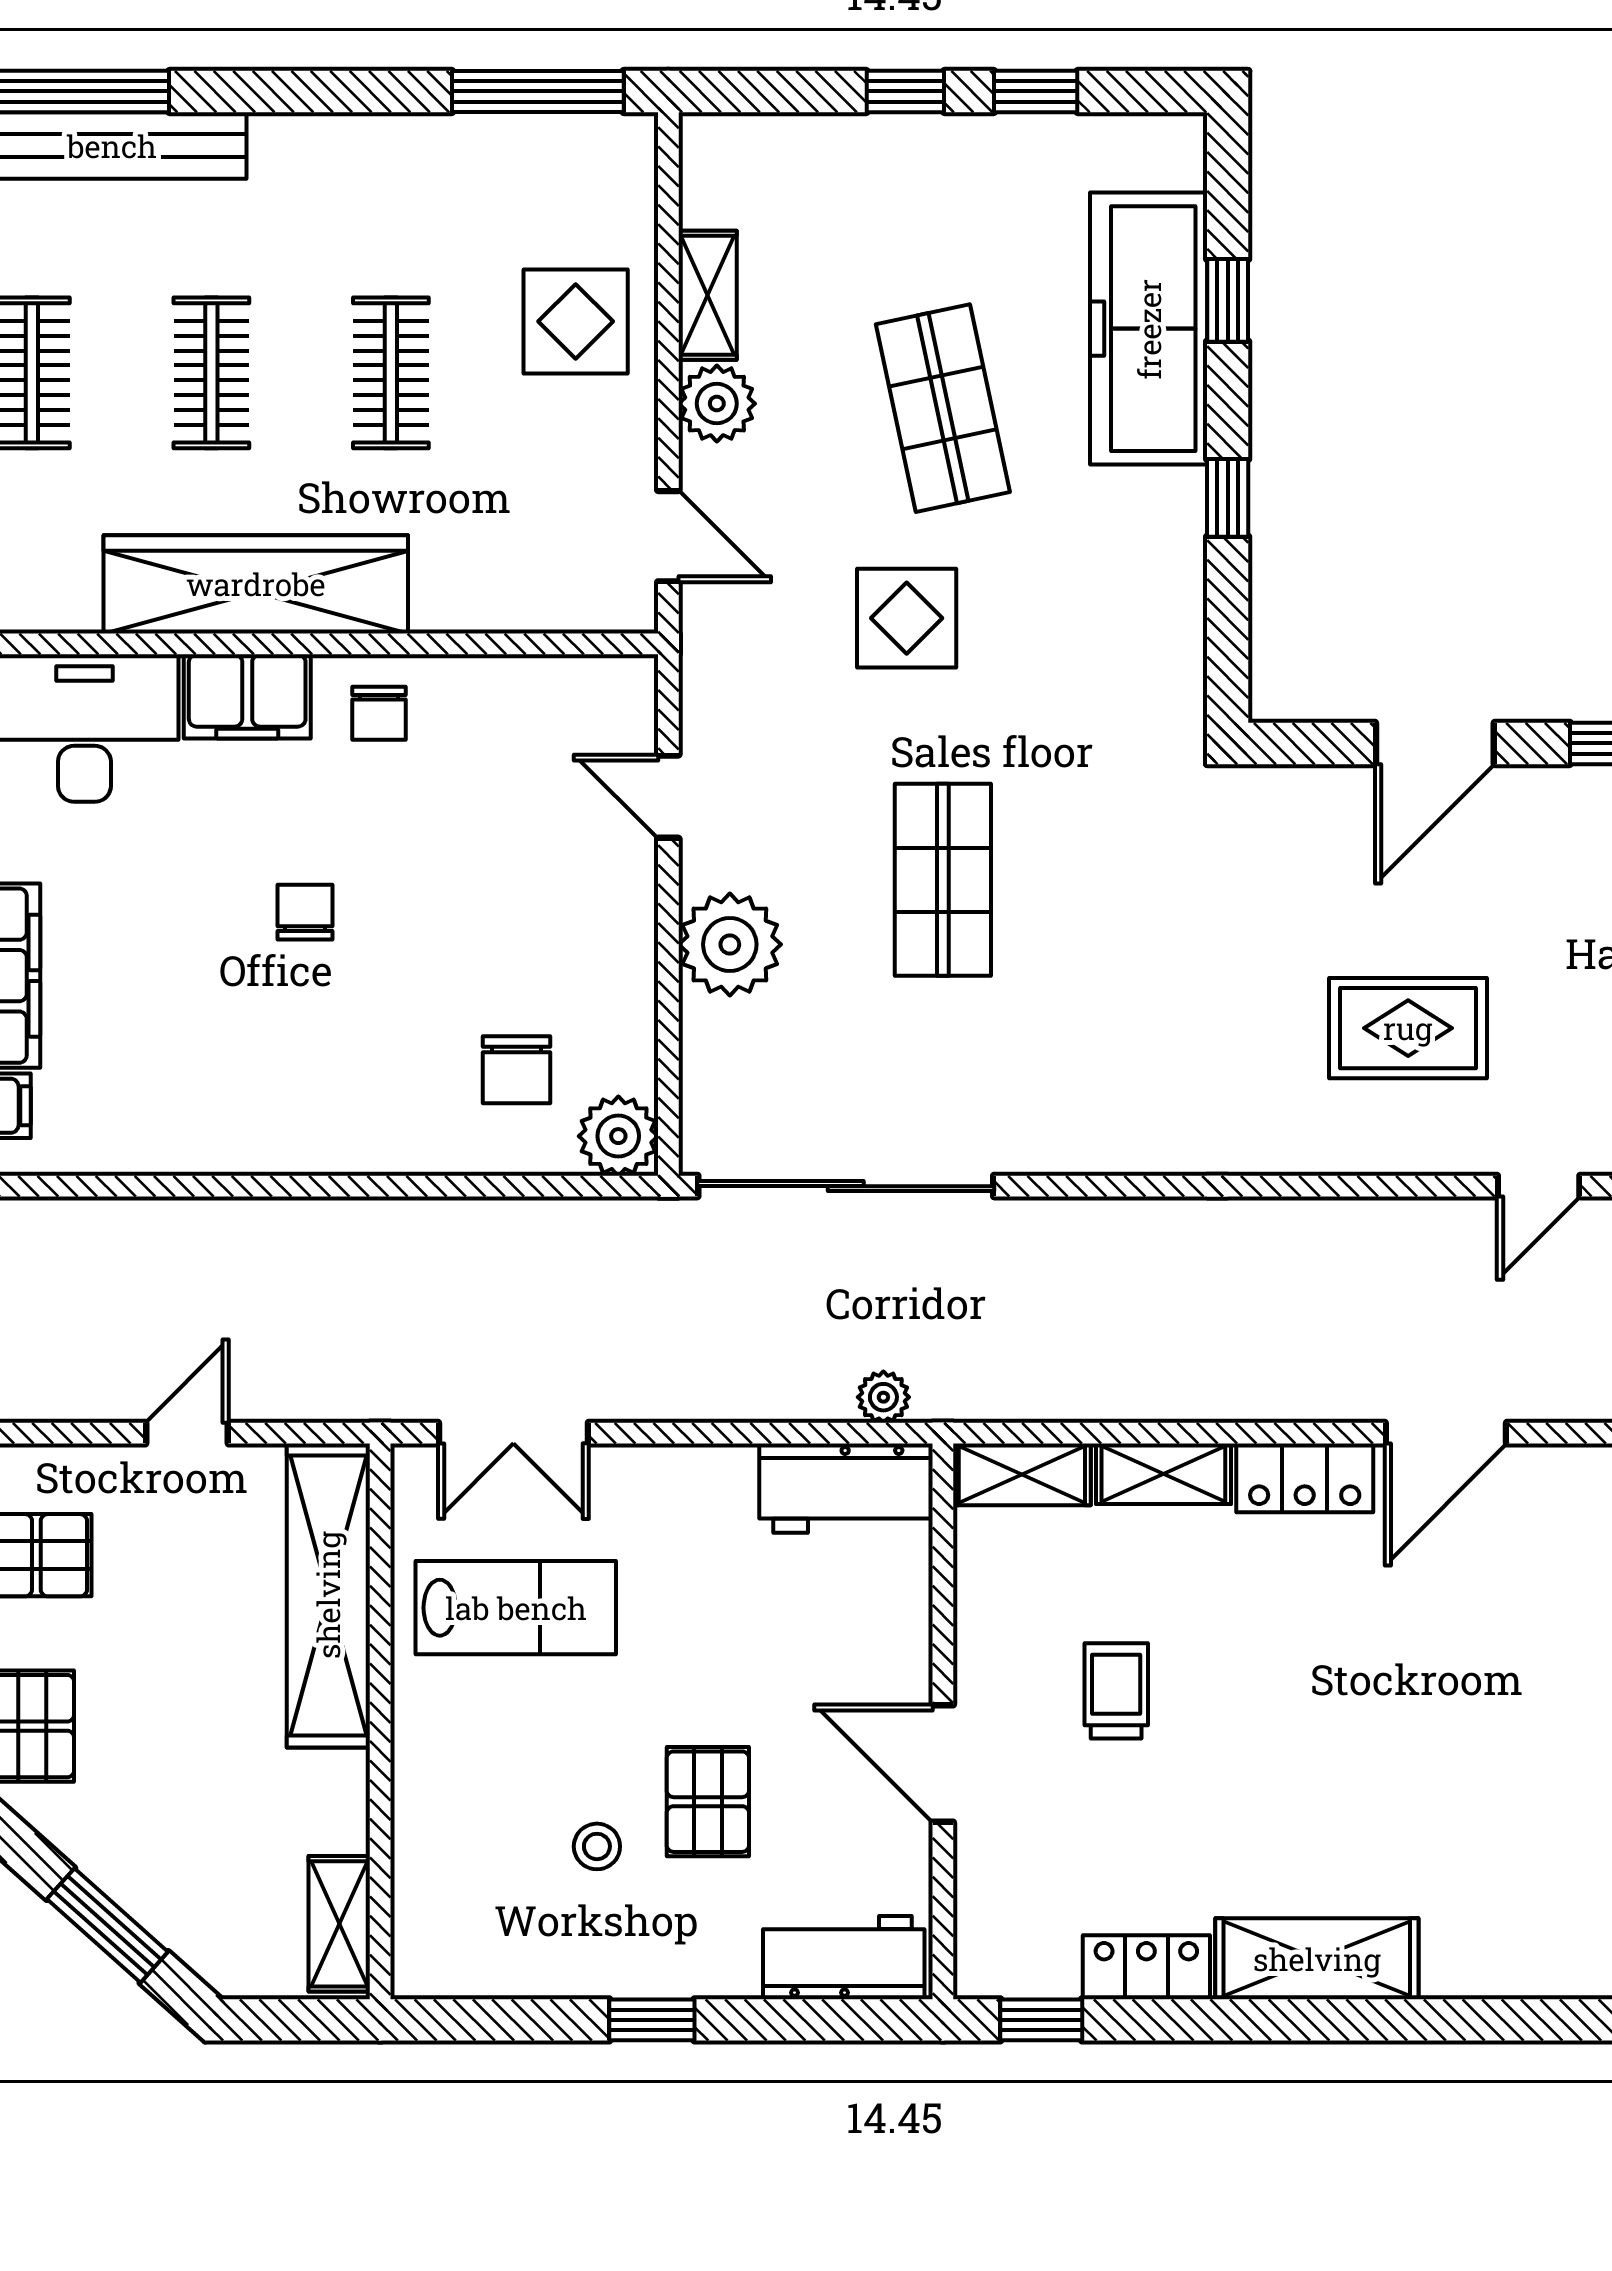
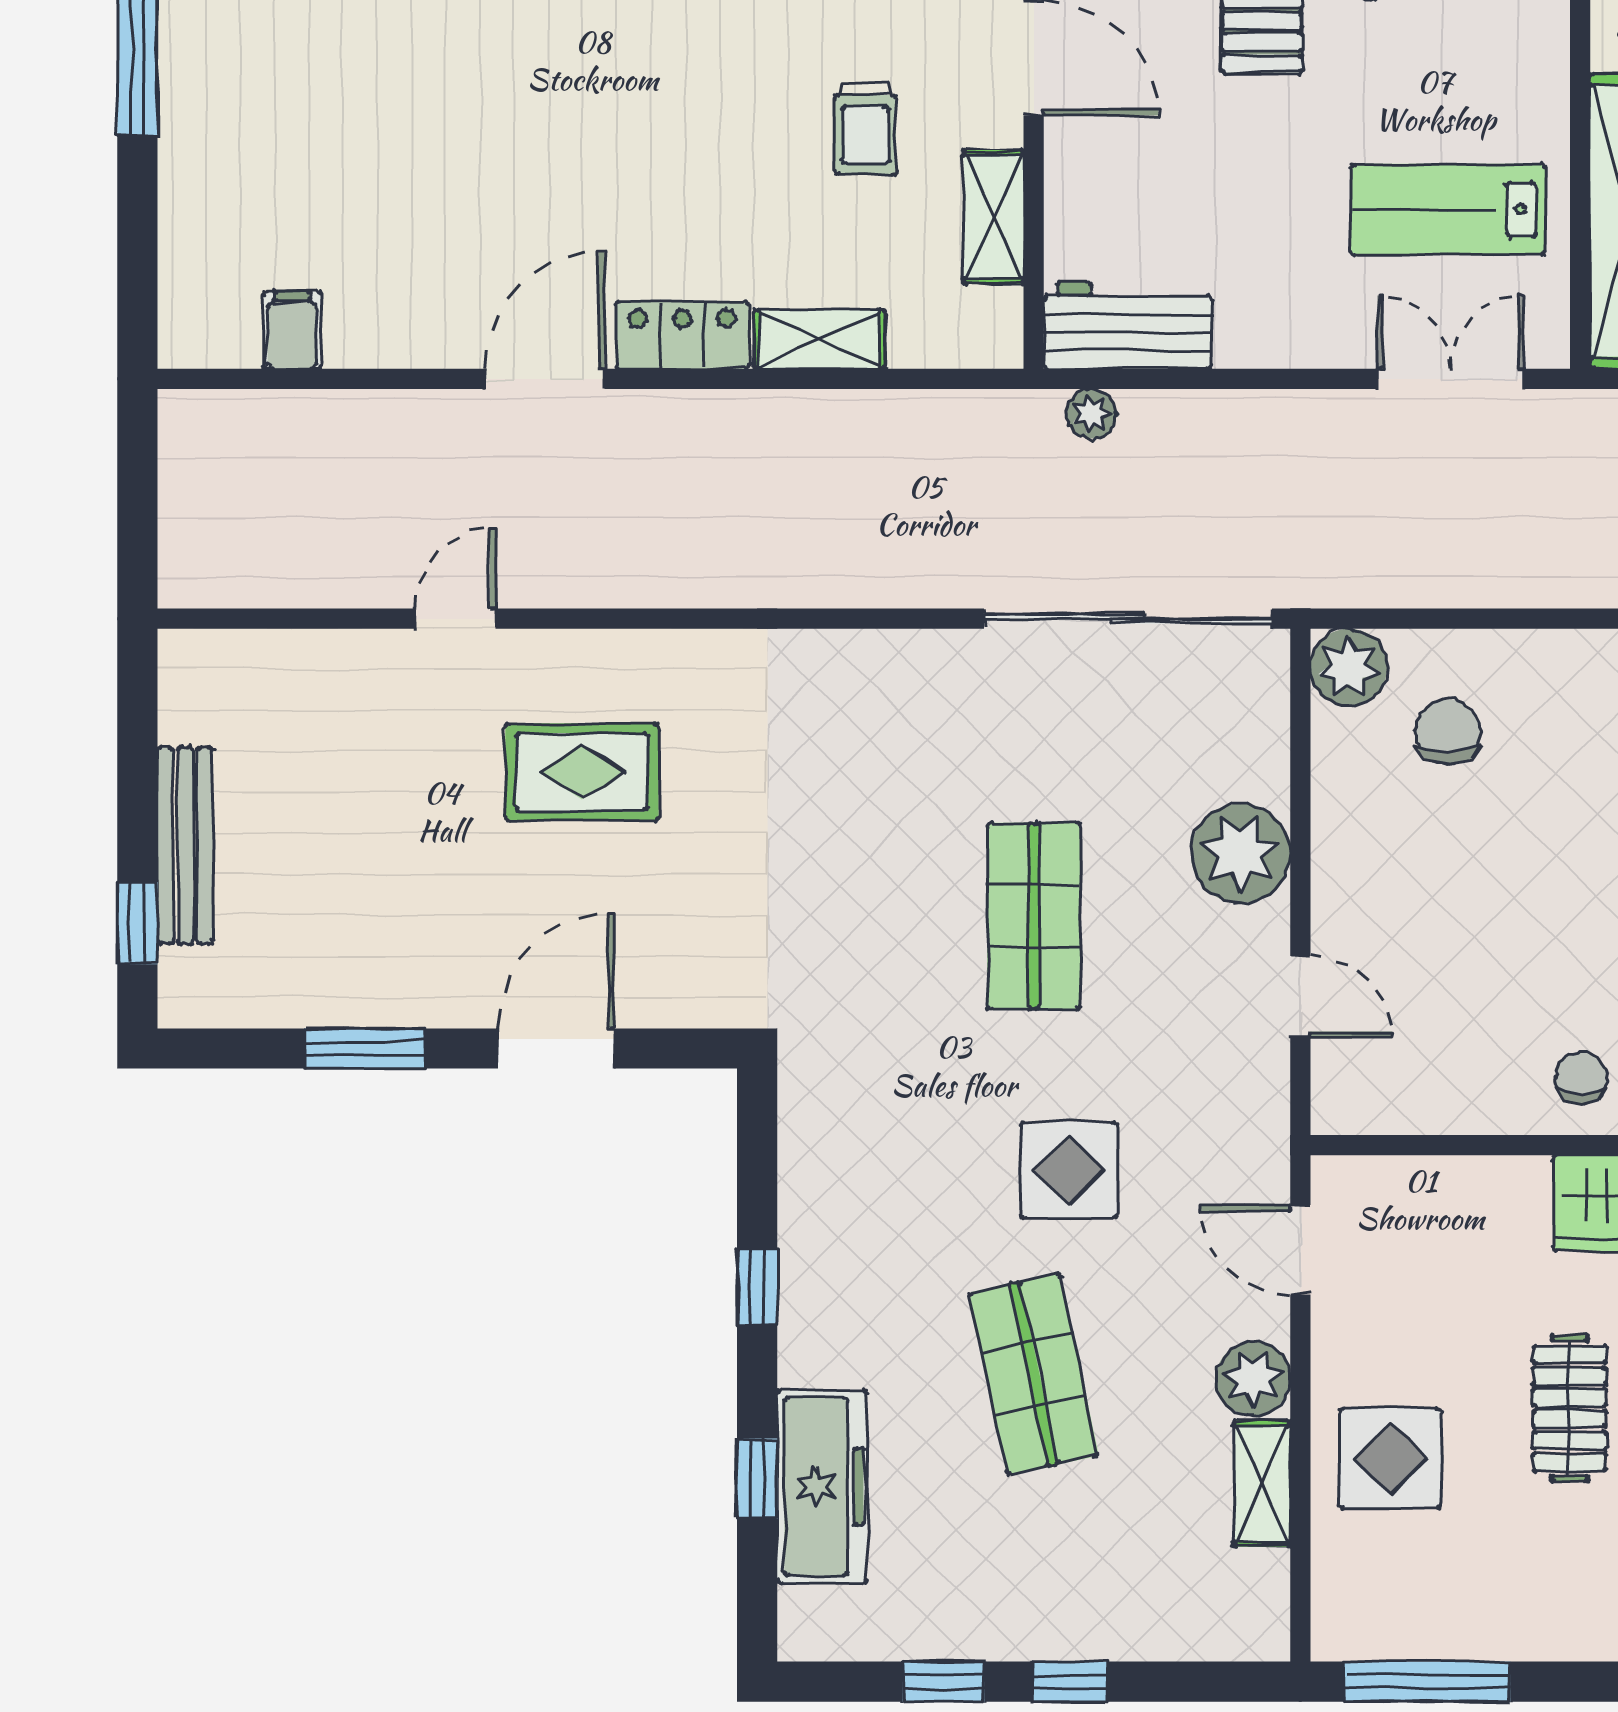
freezer: (1149, 329) -> (822, 1487), width x0.73, depth x0.79
shelving: (1022, 1474) -> (994, 217), moved, turned 90

